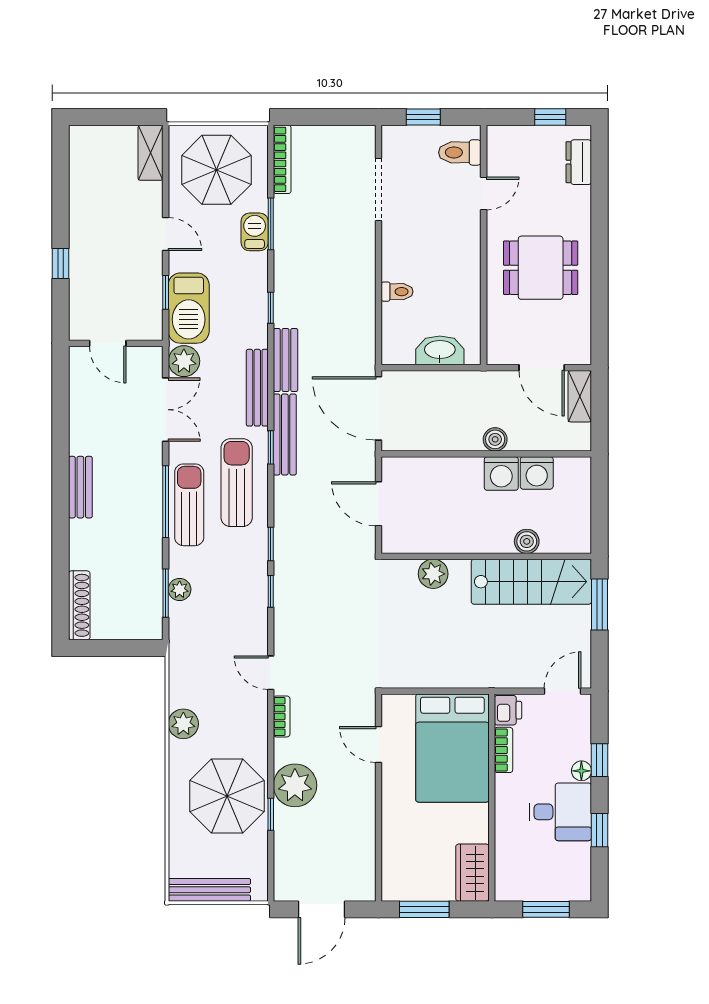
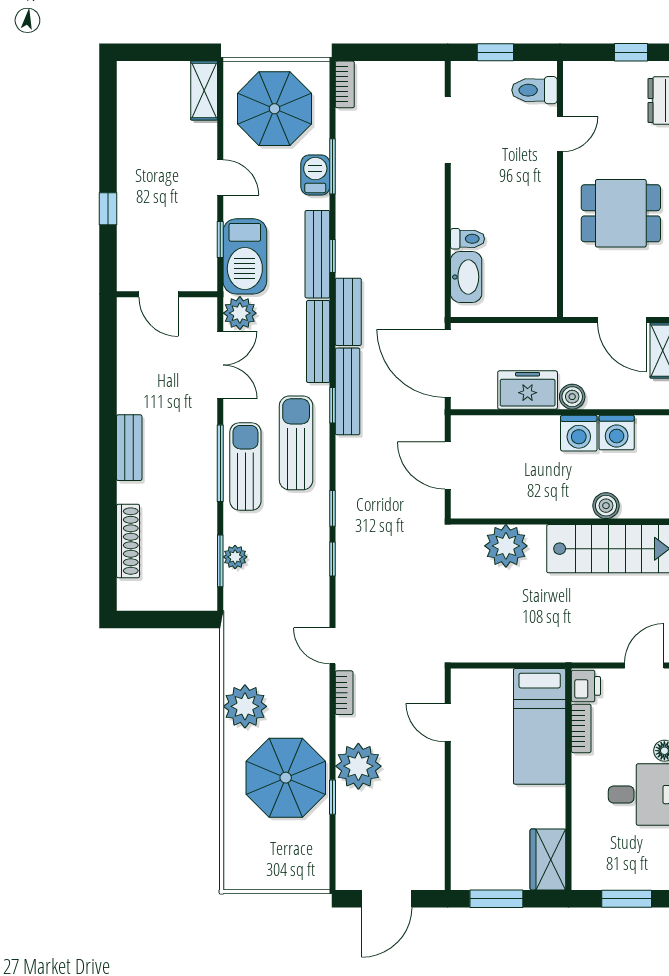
bookcase: (282, 159) -> (345, 84), width x0.64
washbasin: (440, 350) -> (466, 277), moved, turned 90
freezer: (453, 433) -> (528, 390), added
plant: (433, 574) -> (506, 546), width x1.36, depth x1.36
shoe rack: (79, 605) -> (128, 541), moved
plant: (183, 724) -> (245, 706), width x1.36, depth x1.36
bed: (452, 748) -> (540, 726), width x0.67
bench: (209, 890) -> (317, 254), moved, turned 90

